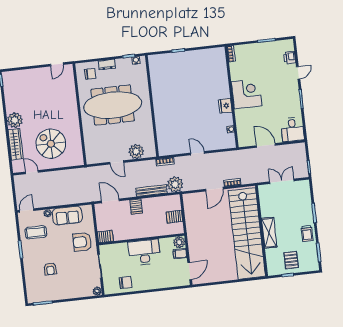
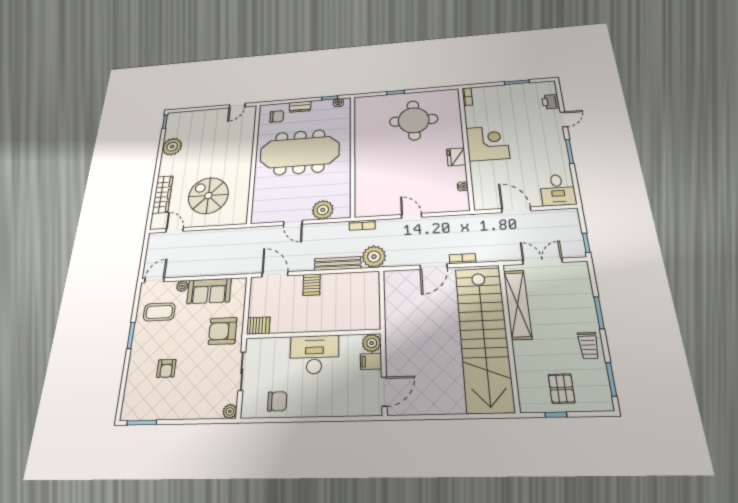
round table: (194, 75) -> (414, 120), added
plant: (15, 120) -> (172, 147), moved
server rack: (174, 217) -> (368, 303), removed
shelving: (269, 233) -> (518, 304), moved, width x1.47

